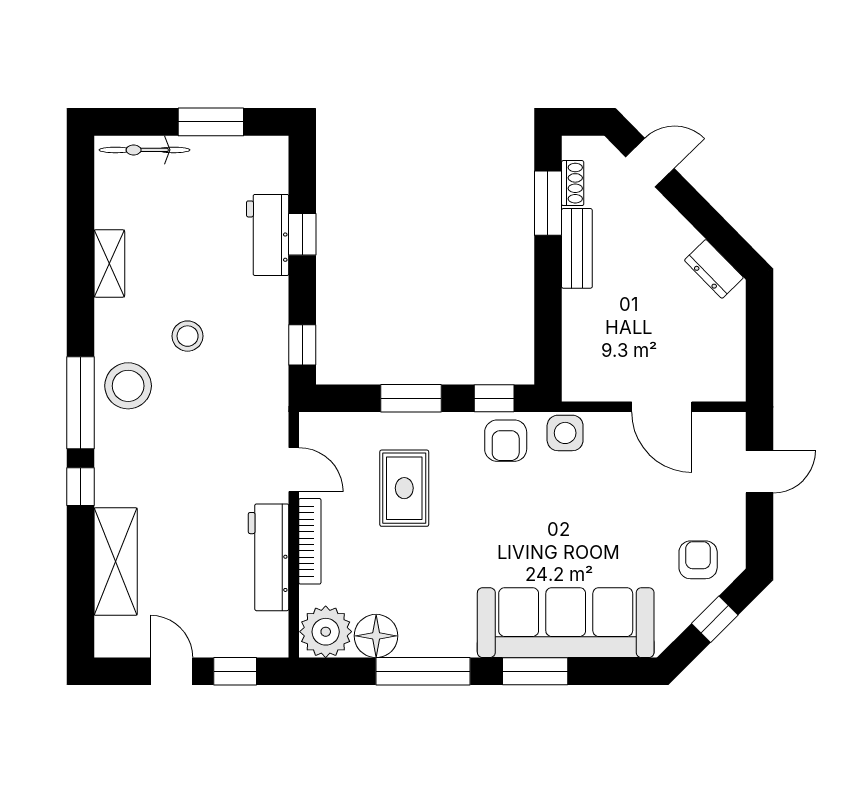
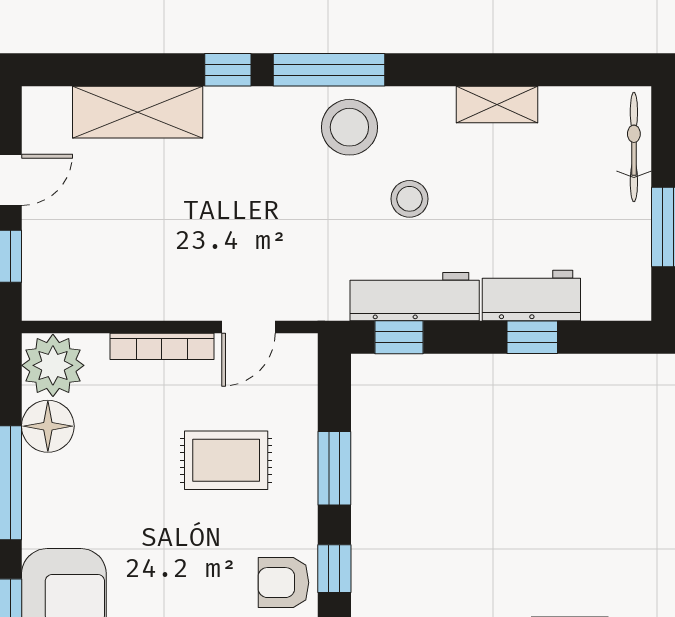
workbench: (269, 557) -> (415, 297), moved

